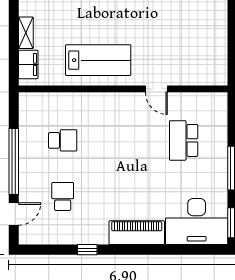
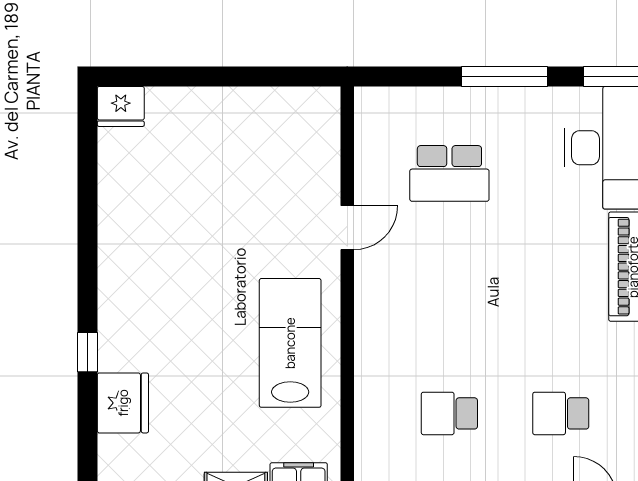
school desk: (63, 140) -> (449, 413), turned -90

